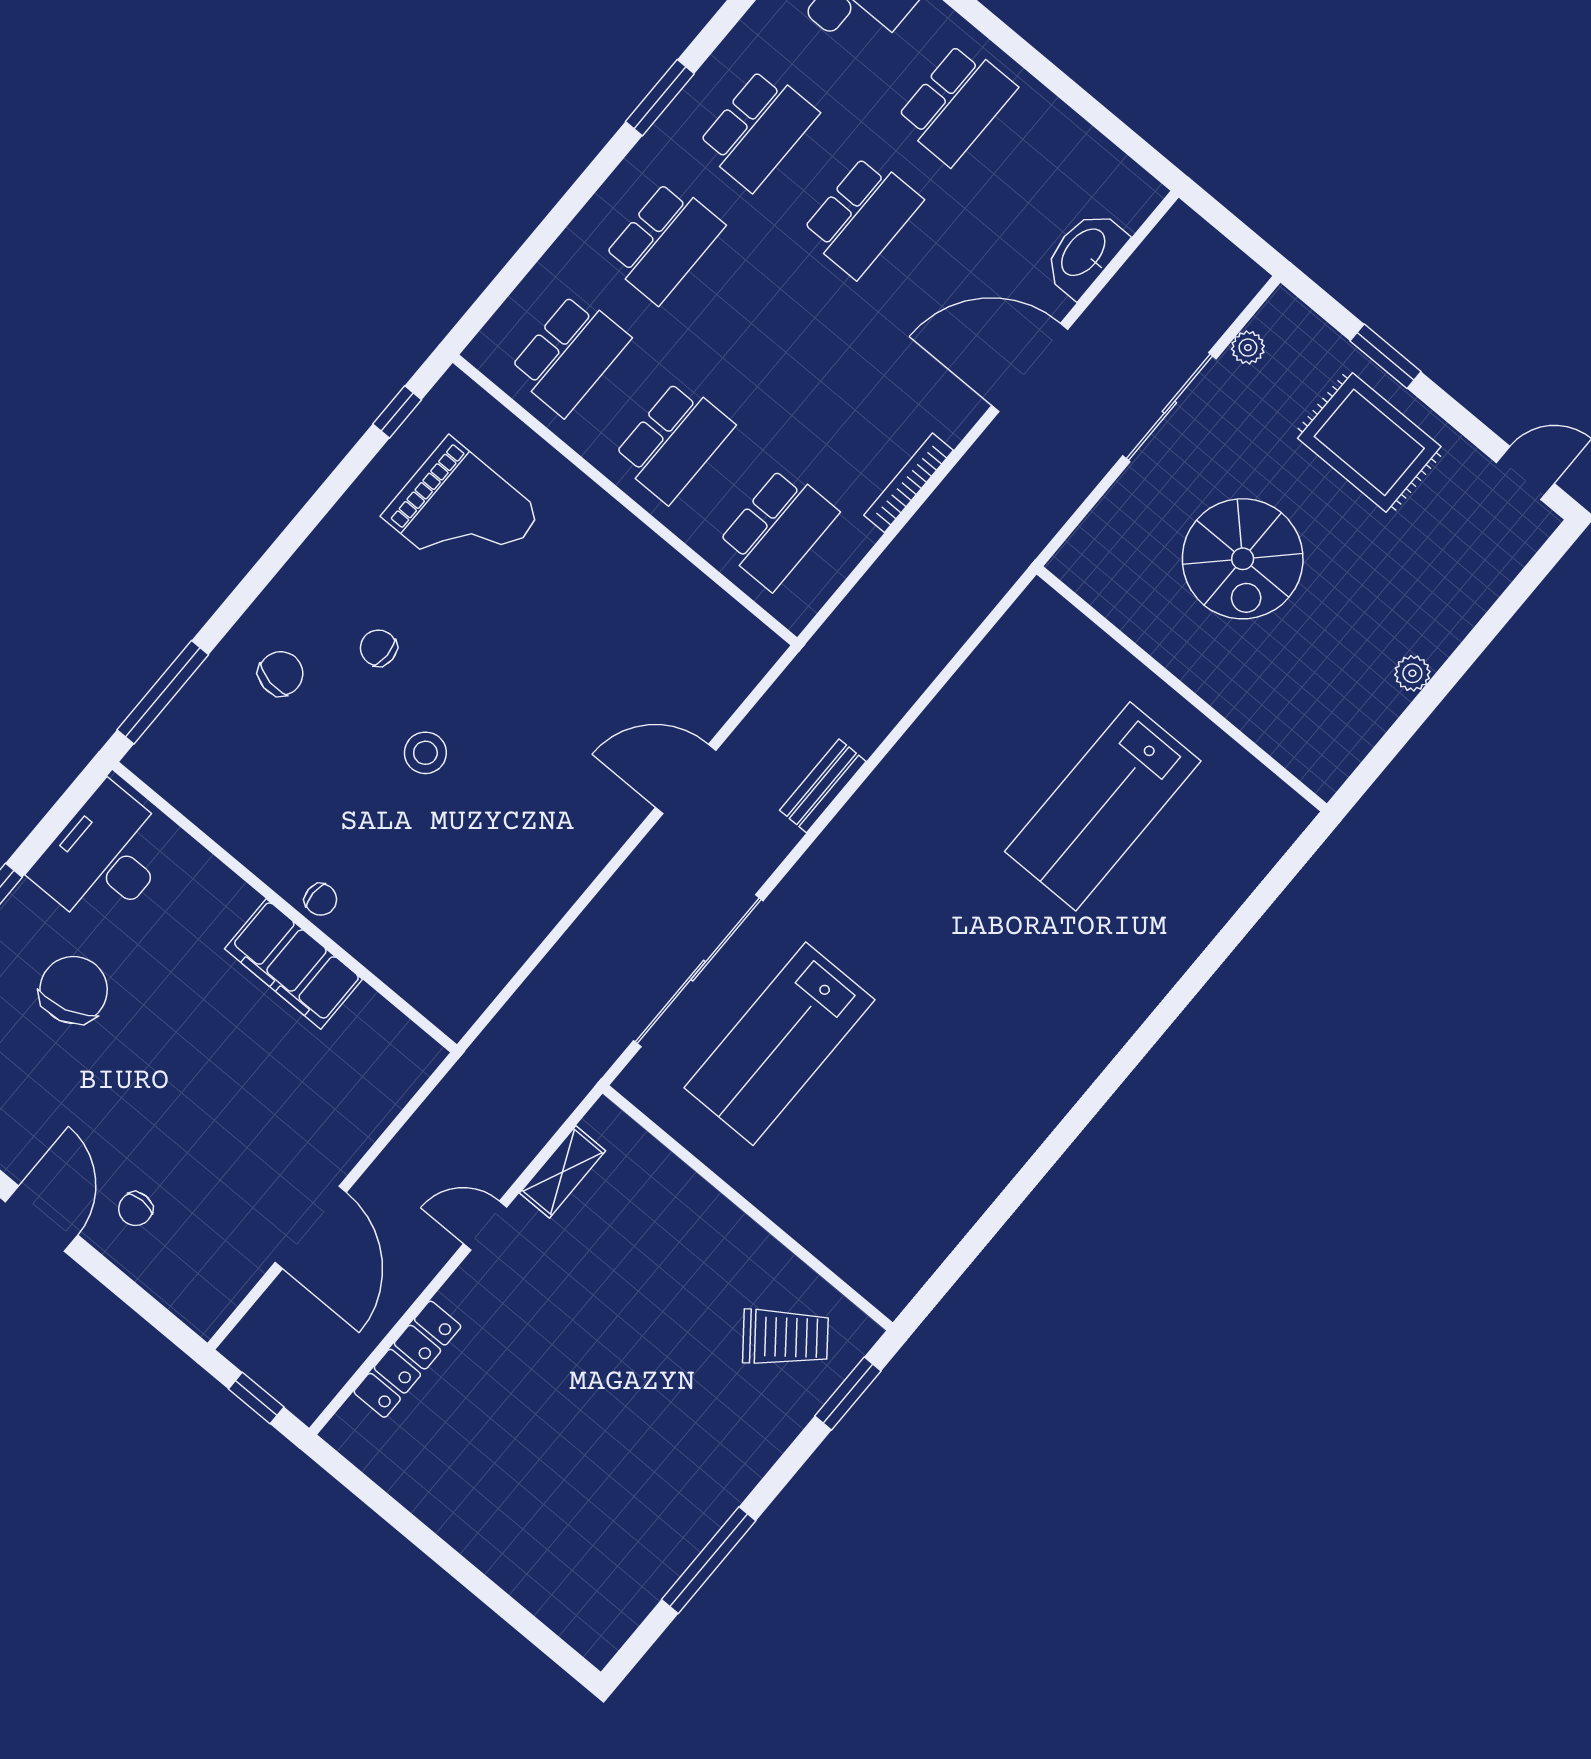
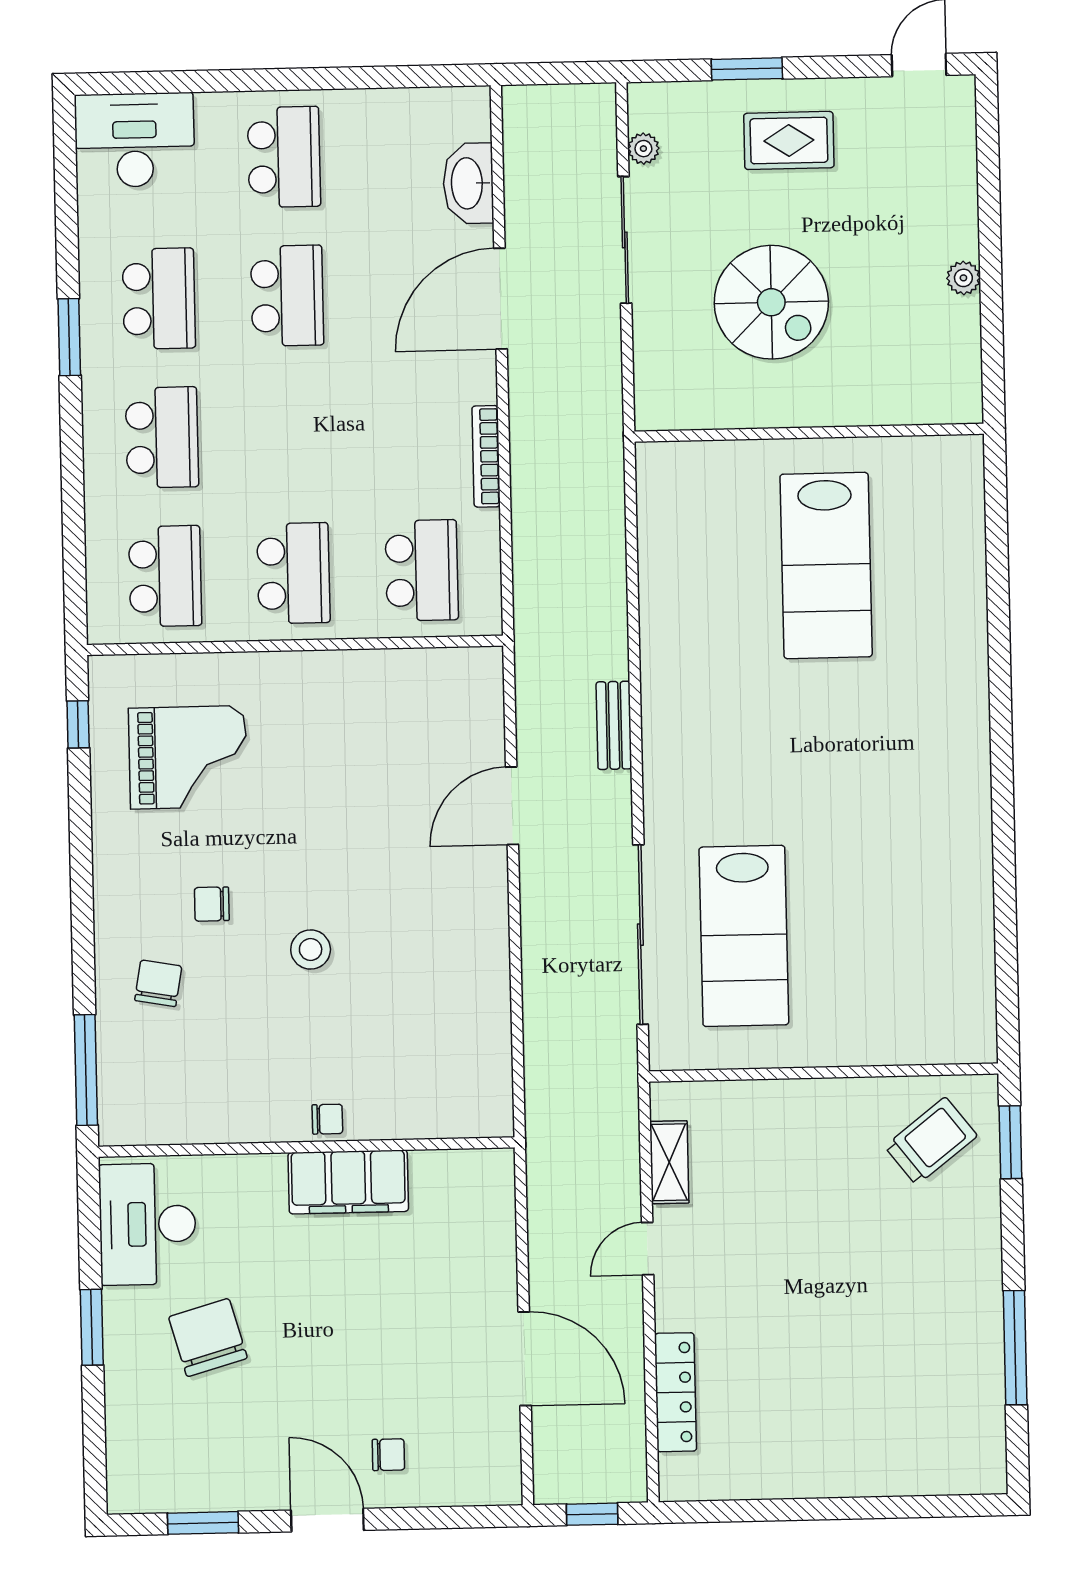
rug: (1369, 442) -> (789, 140), width x0.73, depth x0.70
chair: (136, 1209) -> (388, 1455), turned -90

